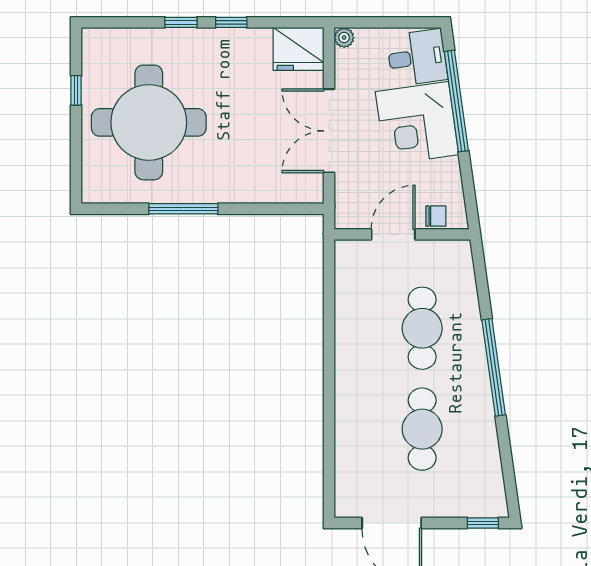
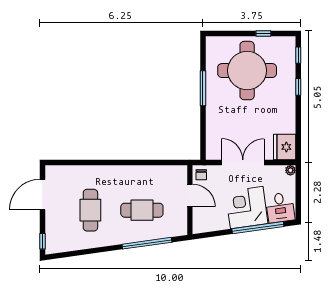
window: (231, 22) -> (298, 55), moved
chair: (436, 216) -> (201, 175), moved
window: (494, 367) -> (147, 243), moved
cafe table: (422, 429) -> (90, 210), turned 90

